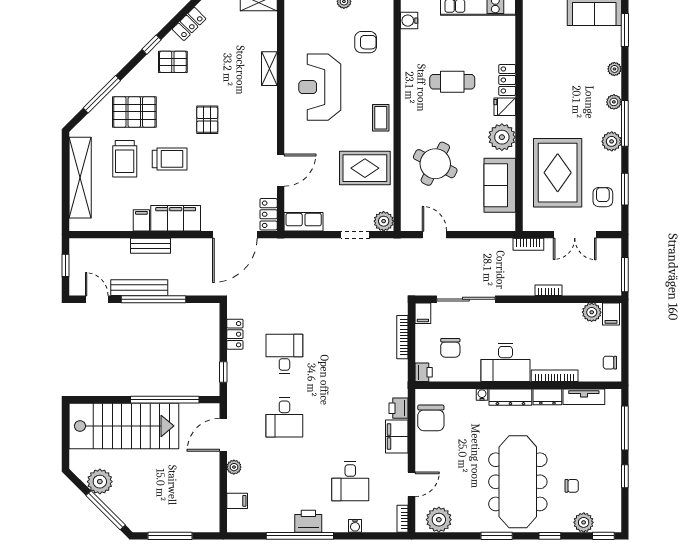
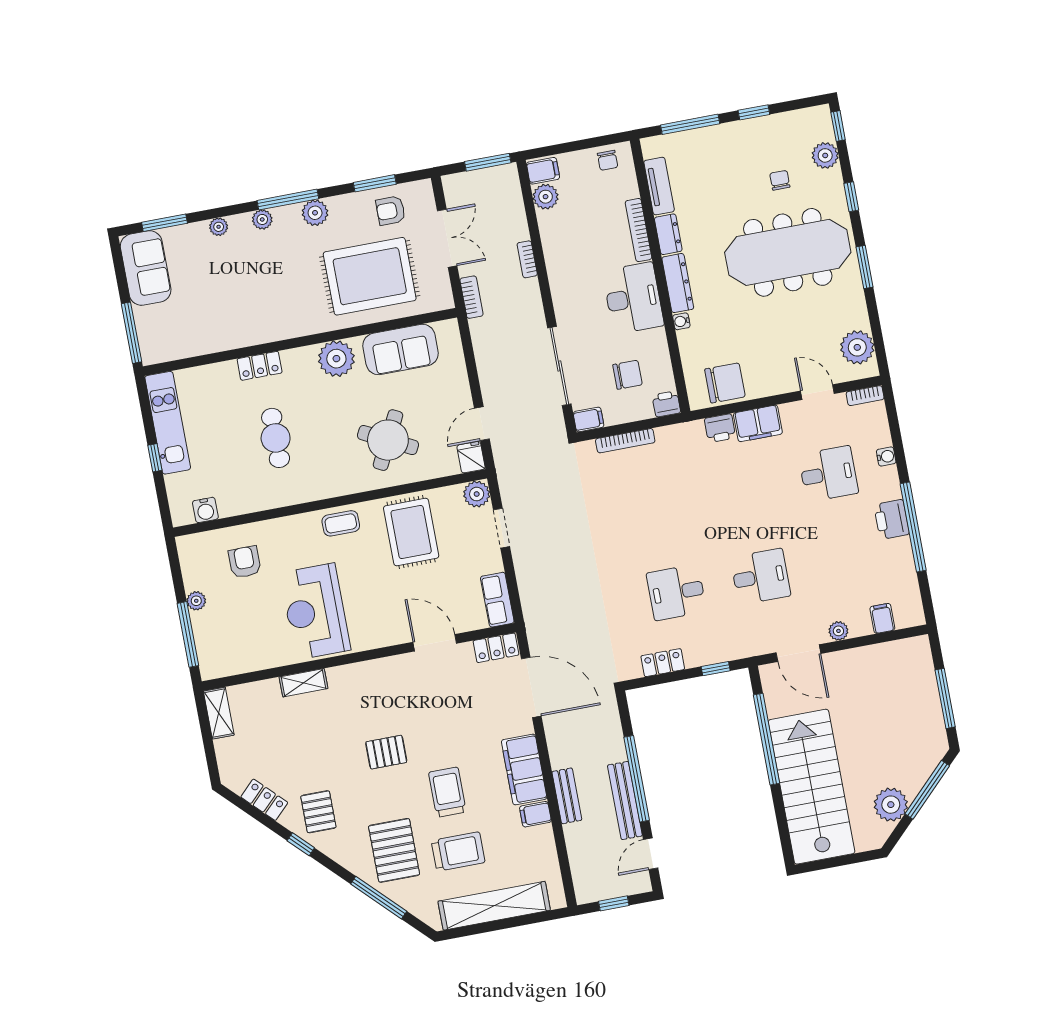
reception desk: (320, 87) -> (315, 611), turned 90
fridge: (505, 107) -> (471, 457), moved, turned 180

